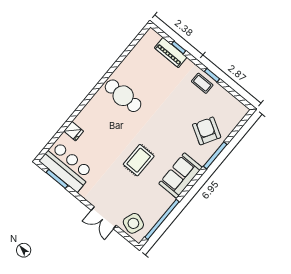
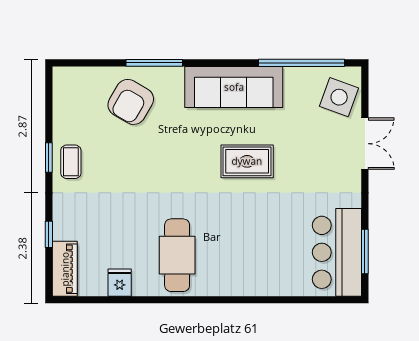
piano: (171, 53) -> (65, 269), moved
fridge: (74, 131) -> (120, 283), moved
sofa: (181, 176) -> (234, 87), width x1.36

